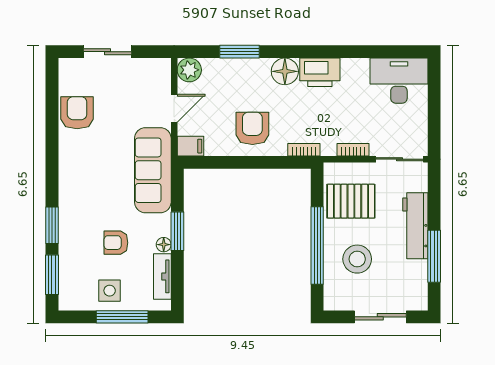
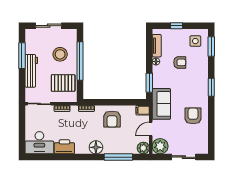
window: (240, 52) -> (118, 157), width x1.44
printer: (320, 72) -> (64, 147), moved
plant: (155, 74) -> (160, 146), added
armchair: (77, 113) -> (193, 116), moved, turned 180
sofa: (153, 170) -> (161, 104), width x0.73
window: (52, 225) -> (211, 87), moved
window: (177, 231) -> (149, 83), moved
side table: (110, 291) -> (195, 41), moved
window: (122, 317) -> (177, 26), width x0.46

